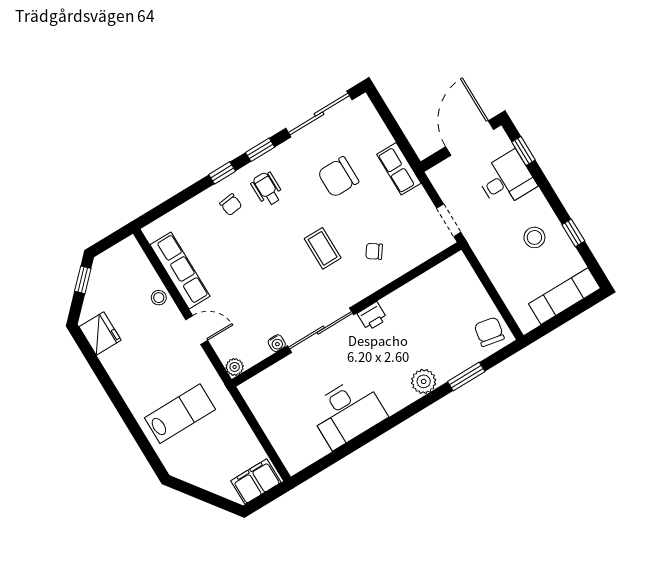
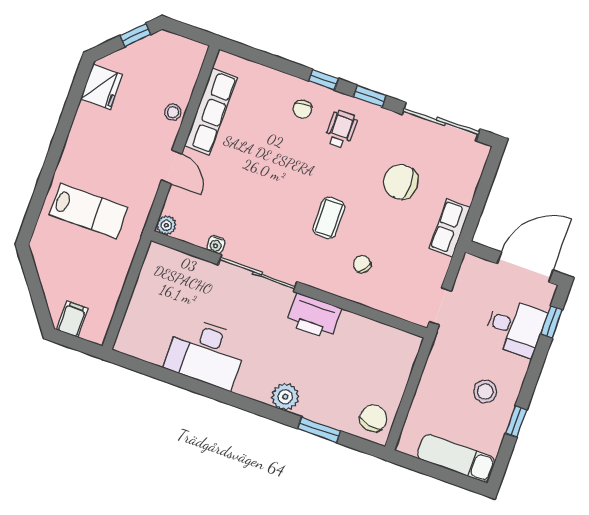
printer: (372, 316) -> (314, 316), width x1.87, depth x1.48
filing cabinet: (256, 482) -> (72, 319), width x0.50

